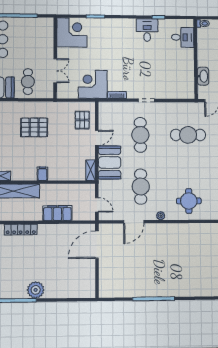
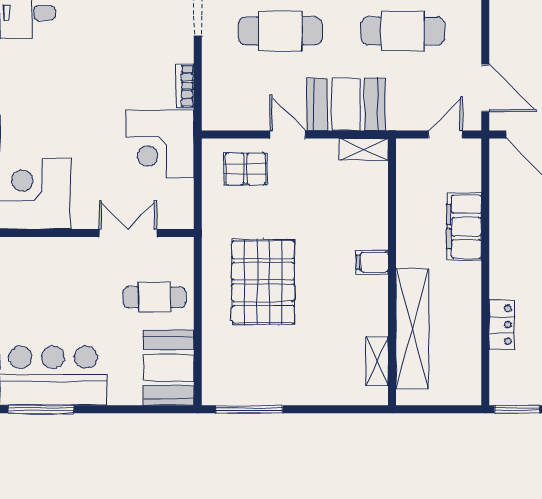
pallet: (34, 127) -> (263, 282), width x1.37, depth x1.41
door: (134, 222) -> (485, 88), moved
locker: (21, 229) -> (502, 325), width x0.66

